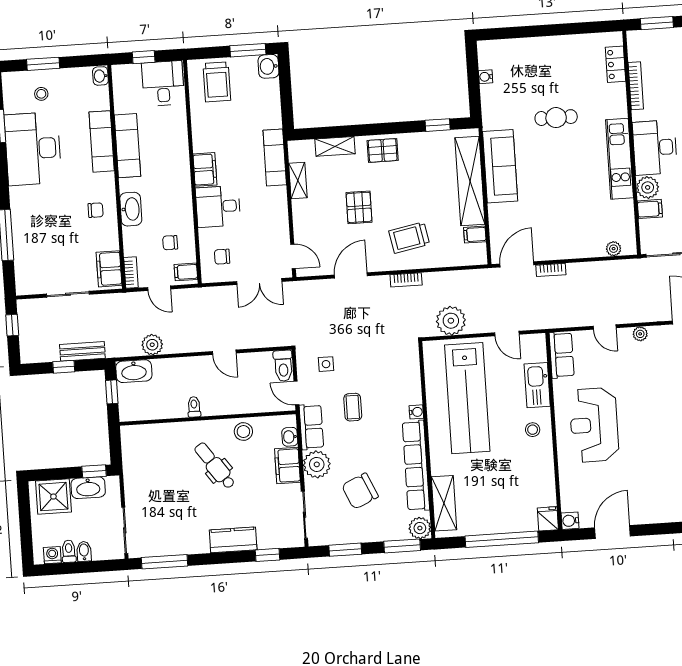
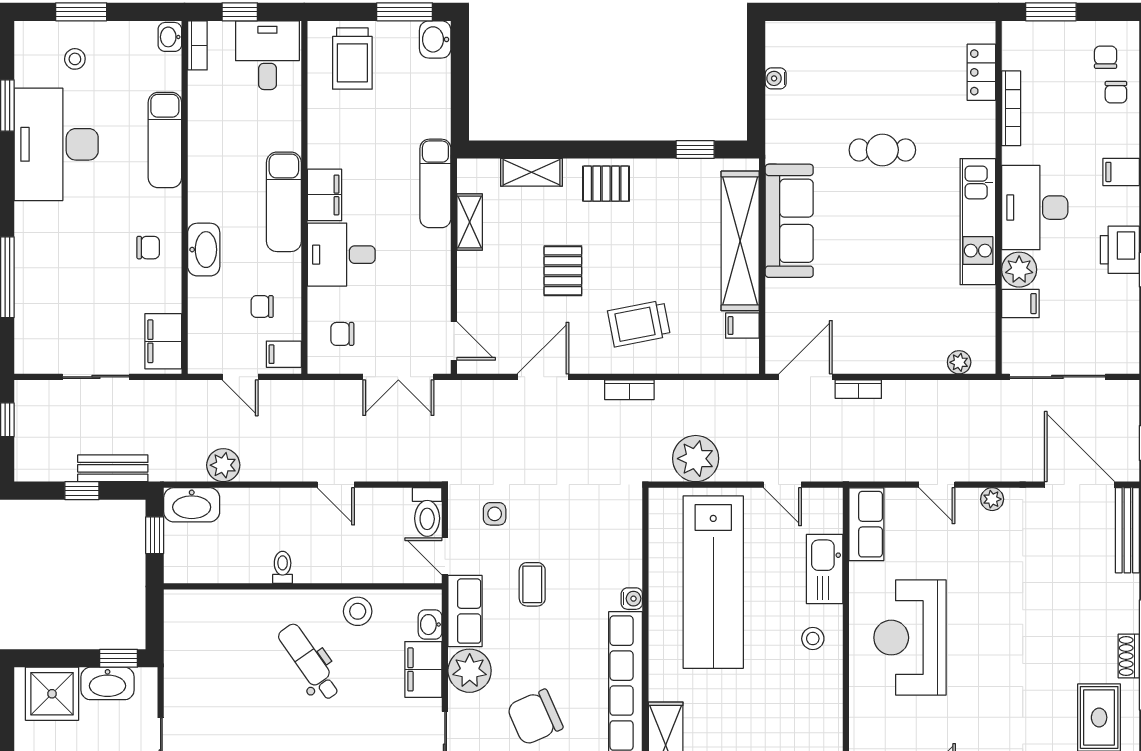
exam couch: (127, 146) -> (284, 202), moved, turned 180
bookcase: (131, 273) -> (197, 45), moved

